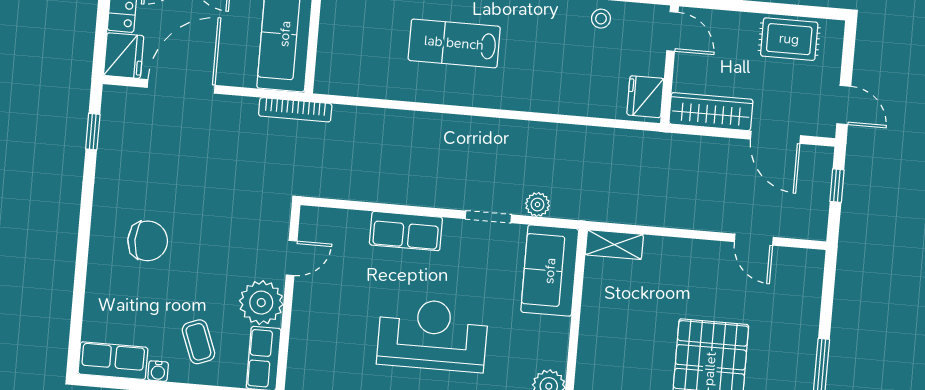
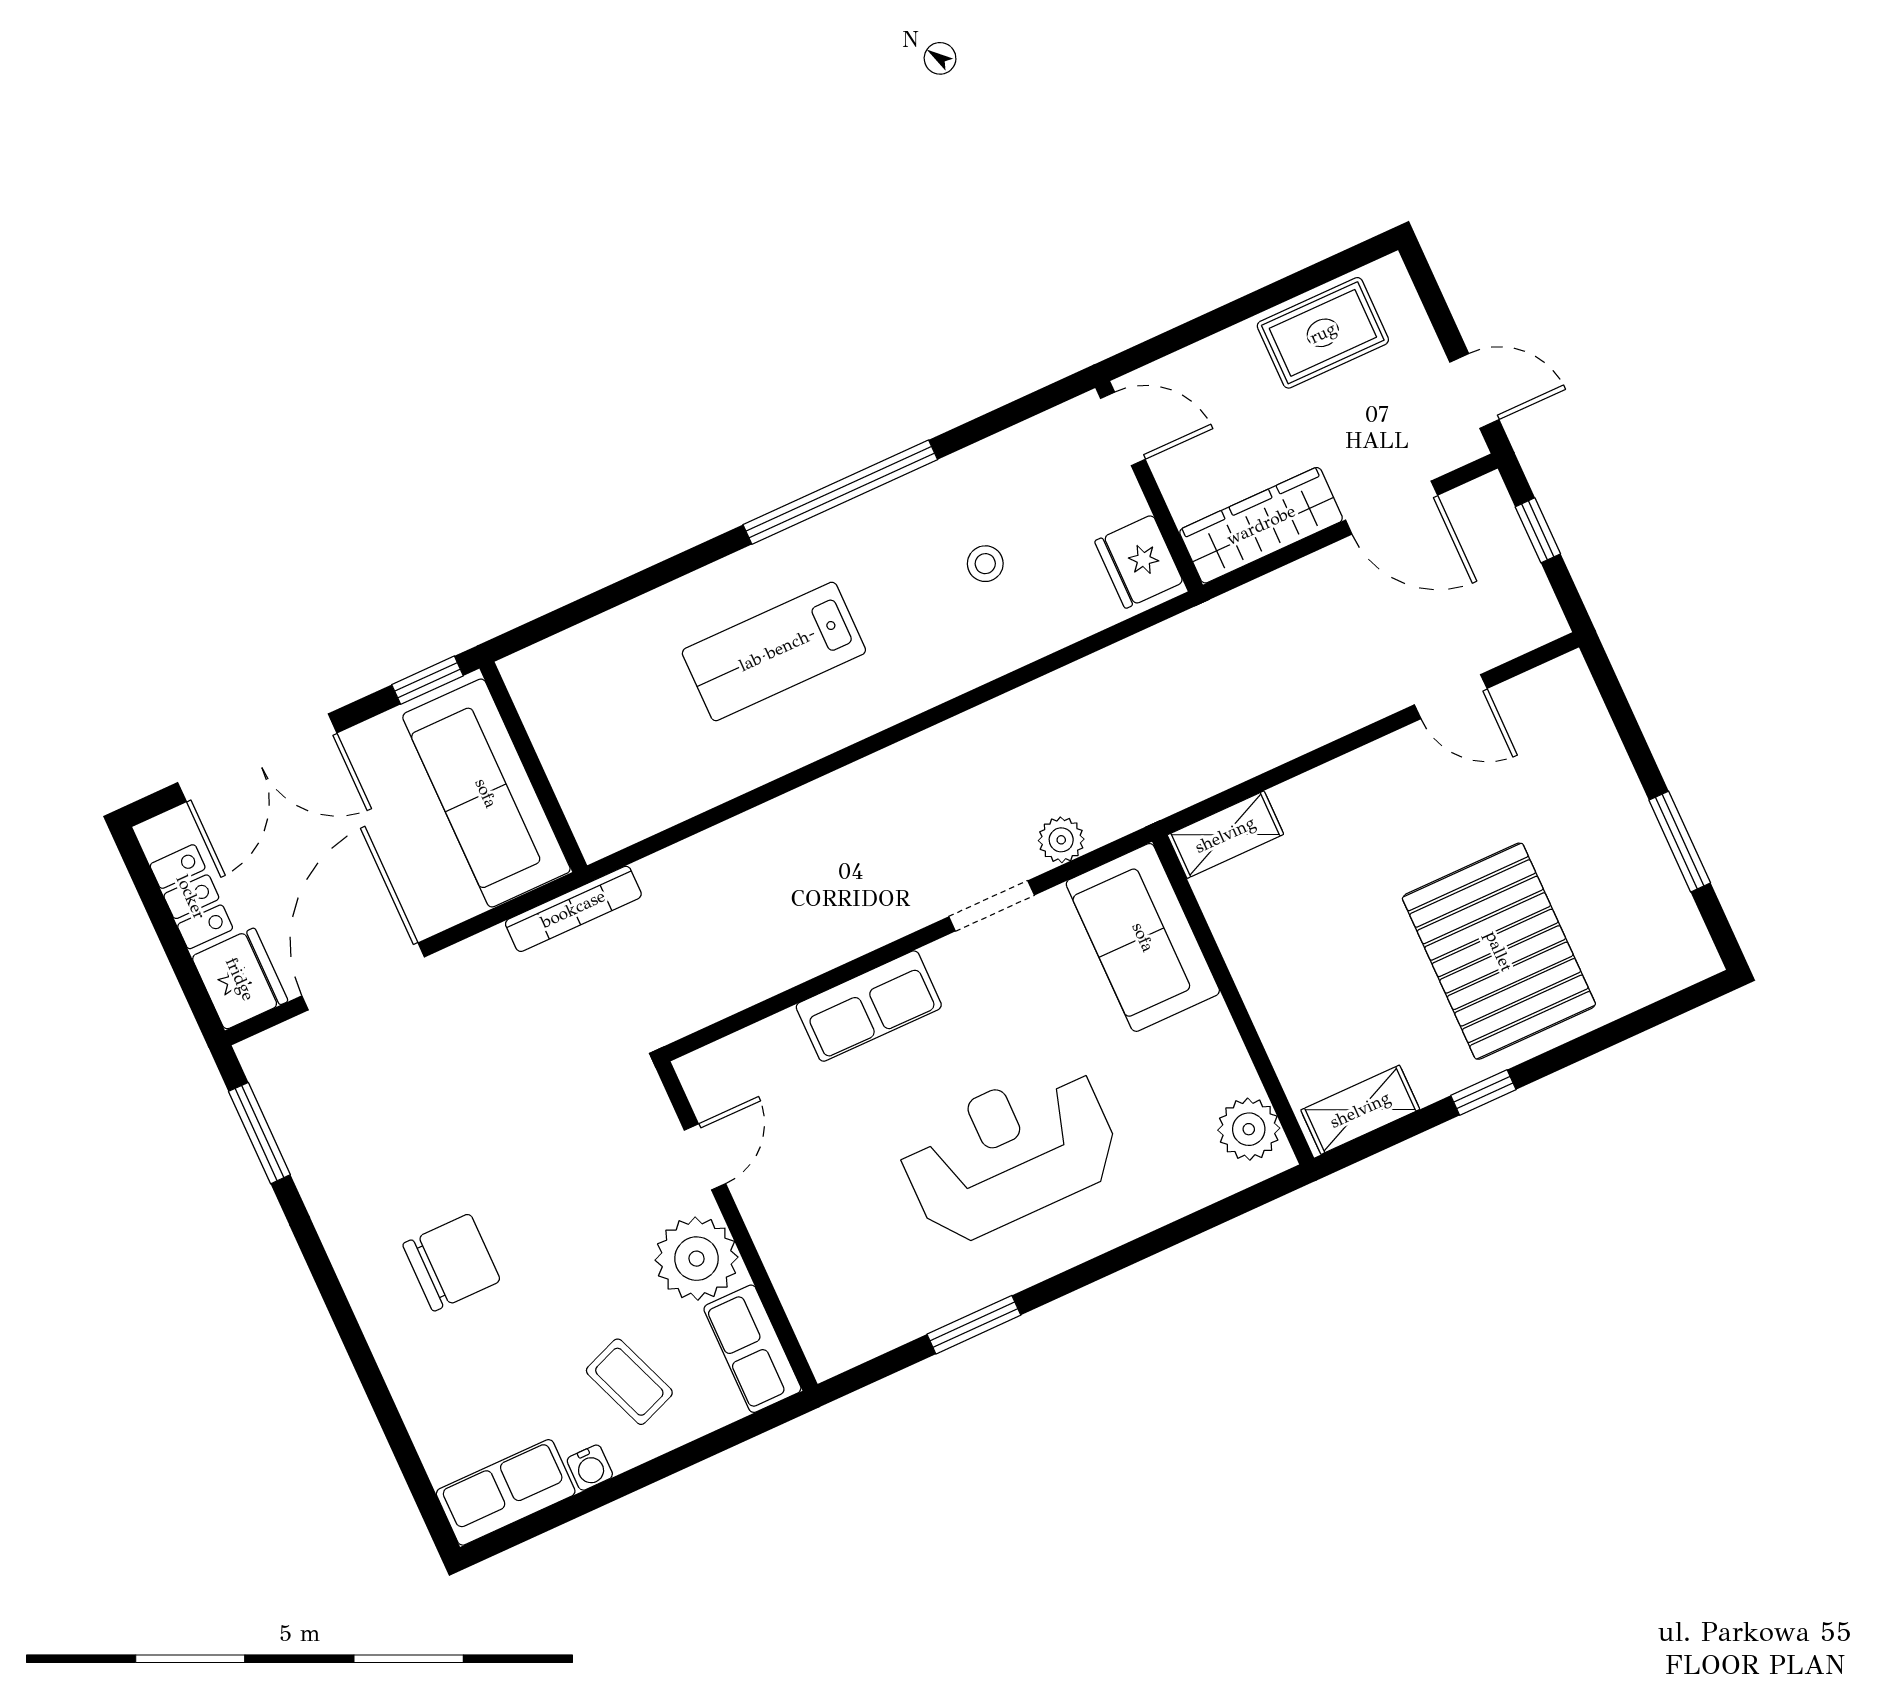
stool: (601, 19) -> (985, 564), moved
window: (93, 132) -> (259, 1133), width x1.50

